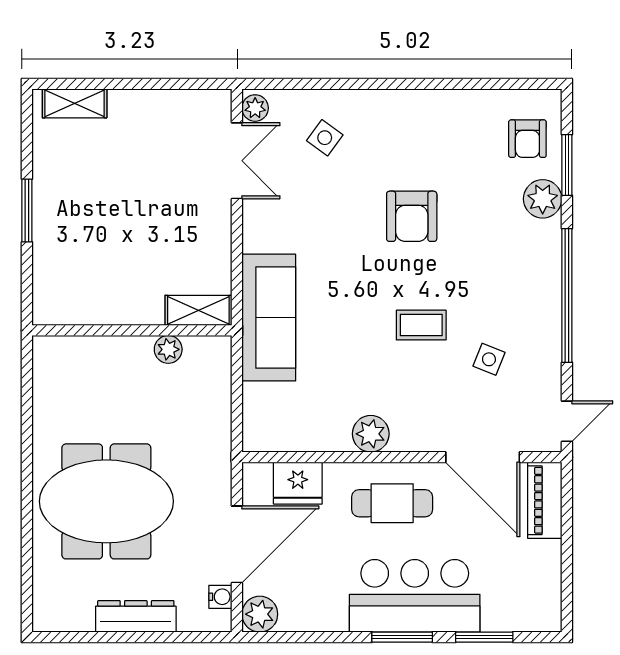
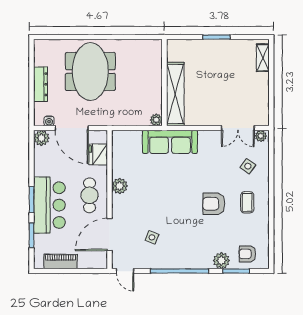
shelving: (198, 310) -> (175, 94), width x2.20, depth x1.33
coffee table: (421, 325) -> (247, 202), moved
plant: (168, 349) -> (156, 120), moved
piano: (545, 500) -> (60, 261), moved

